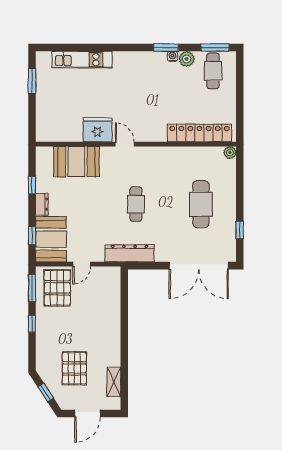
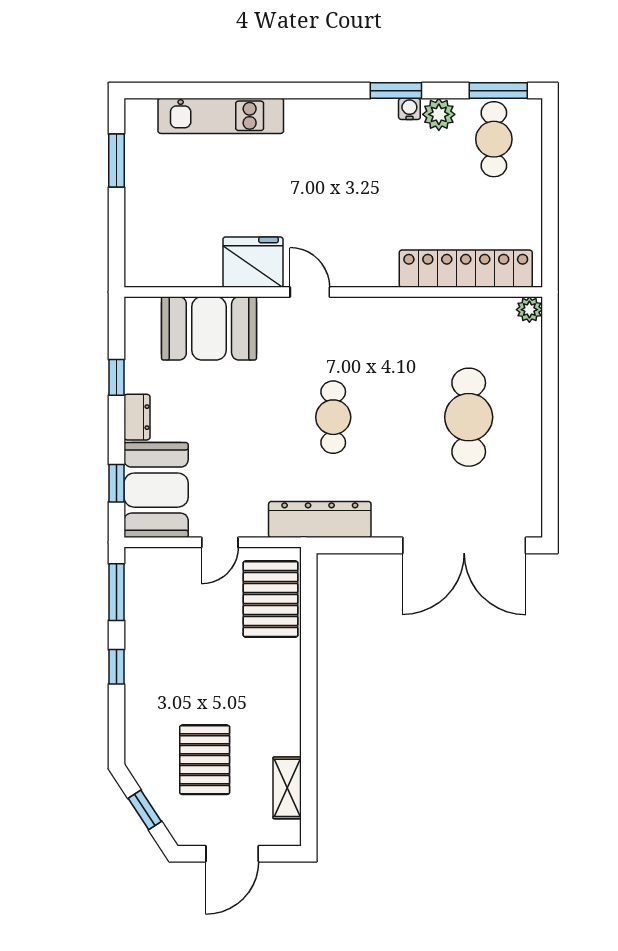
window: (240, 230) -> (550, 471), removed
pallet: (57, 288) -> (271, 599), moved

